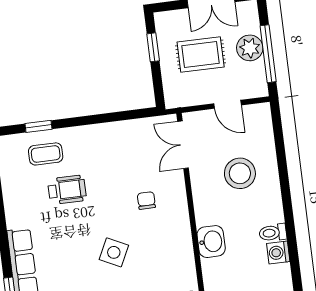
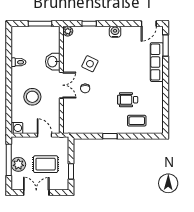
door: (228, 104) -> (44, 135), moved
window: (39, 126) -> (110, 136), moved
double door: (183, 145) -> (61, 85), moved
side table: (114, 252) -> (90, 64), moved
washing machine: (278, 253) -> (17, 128), moved

